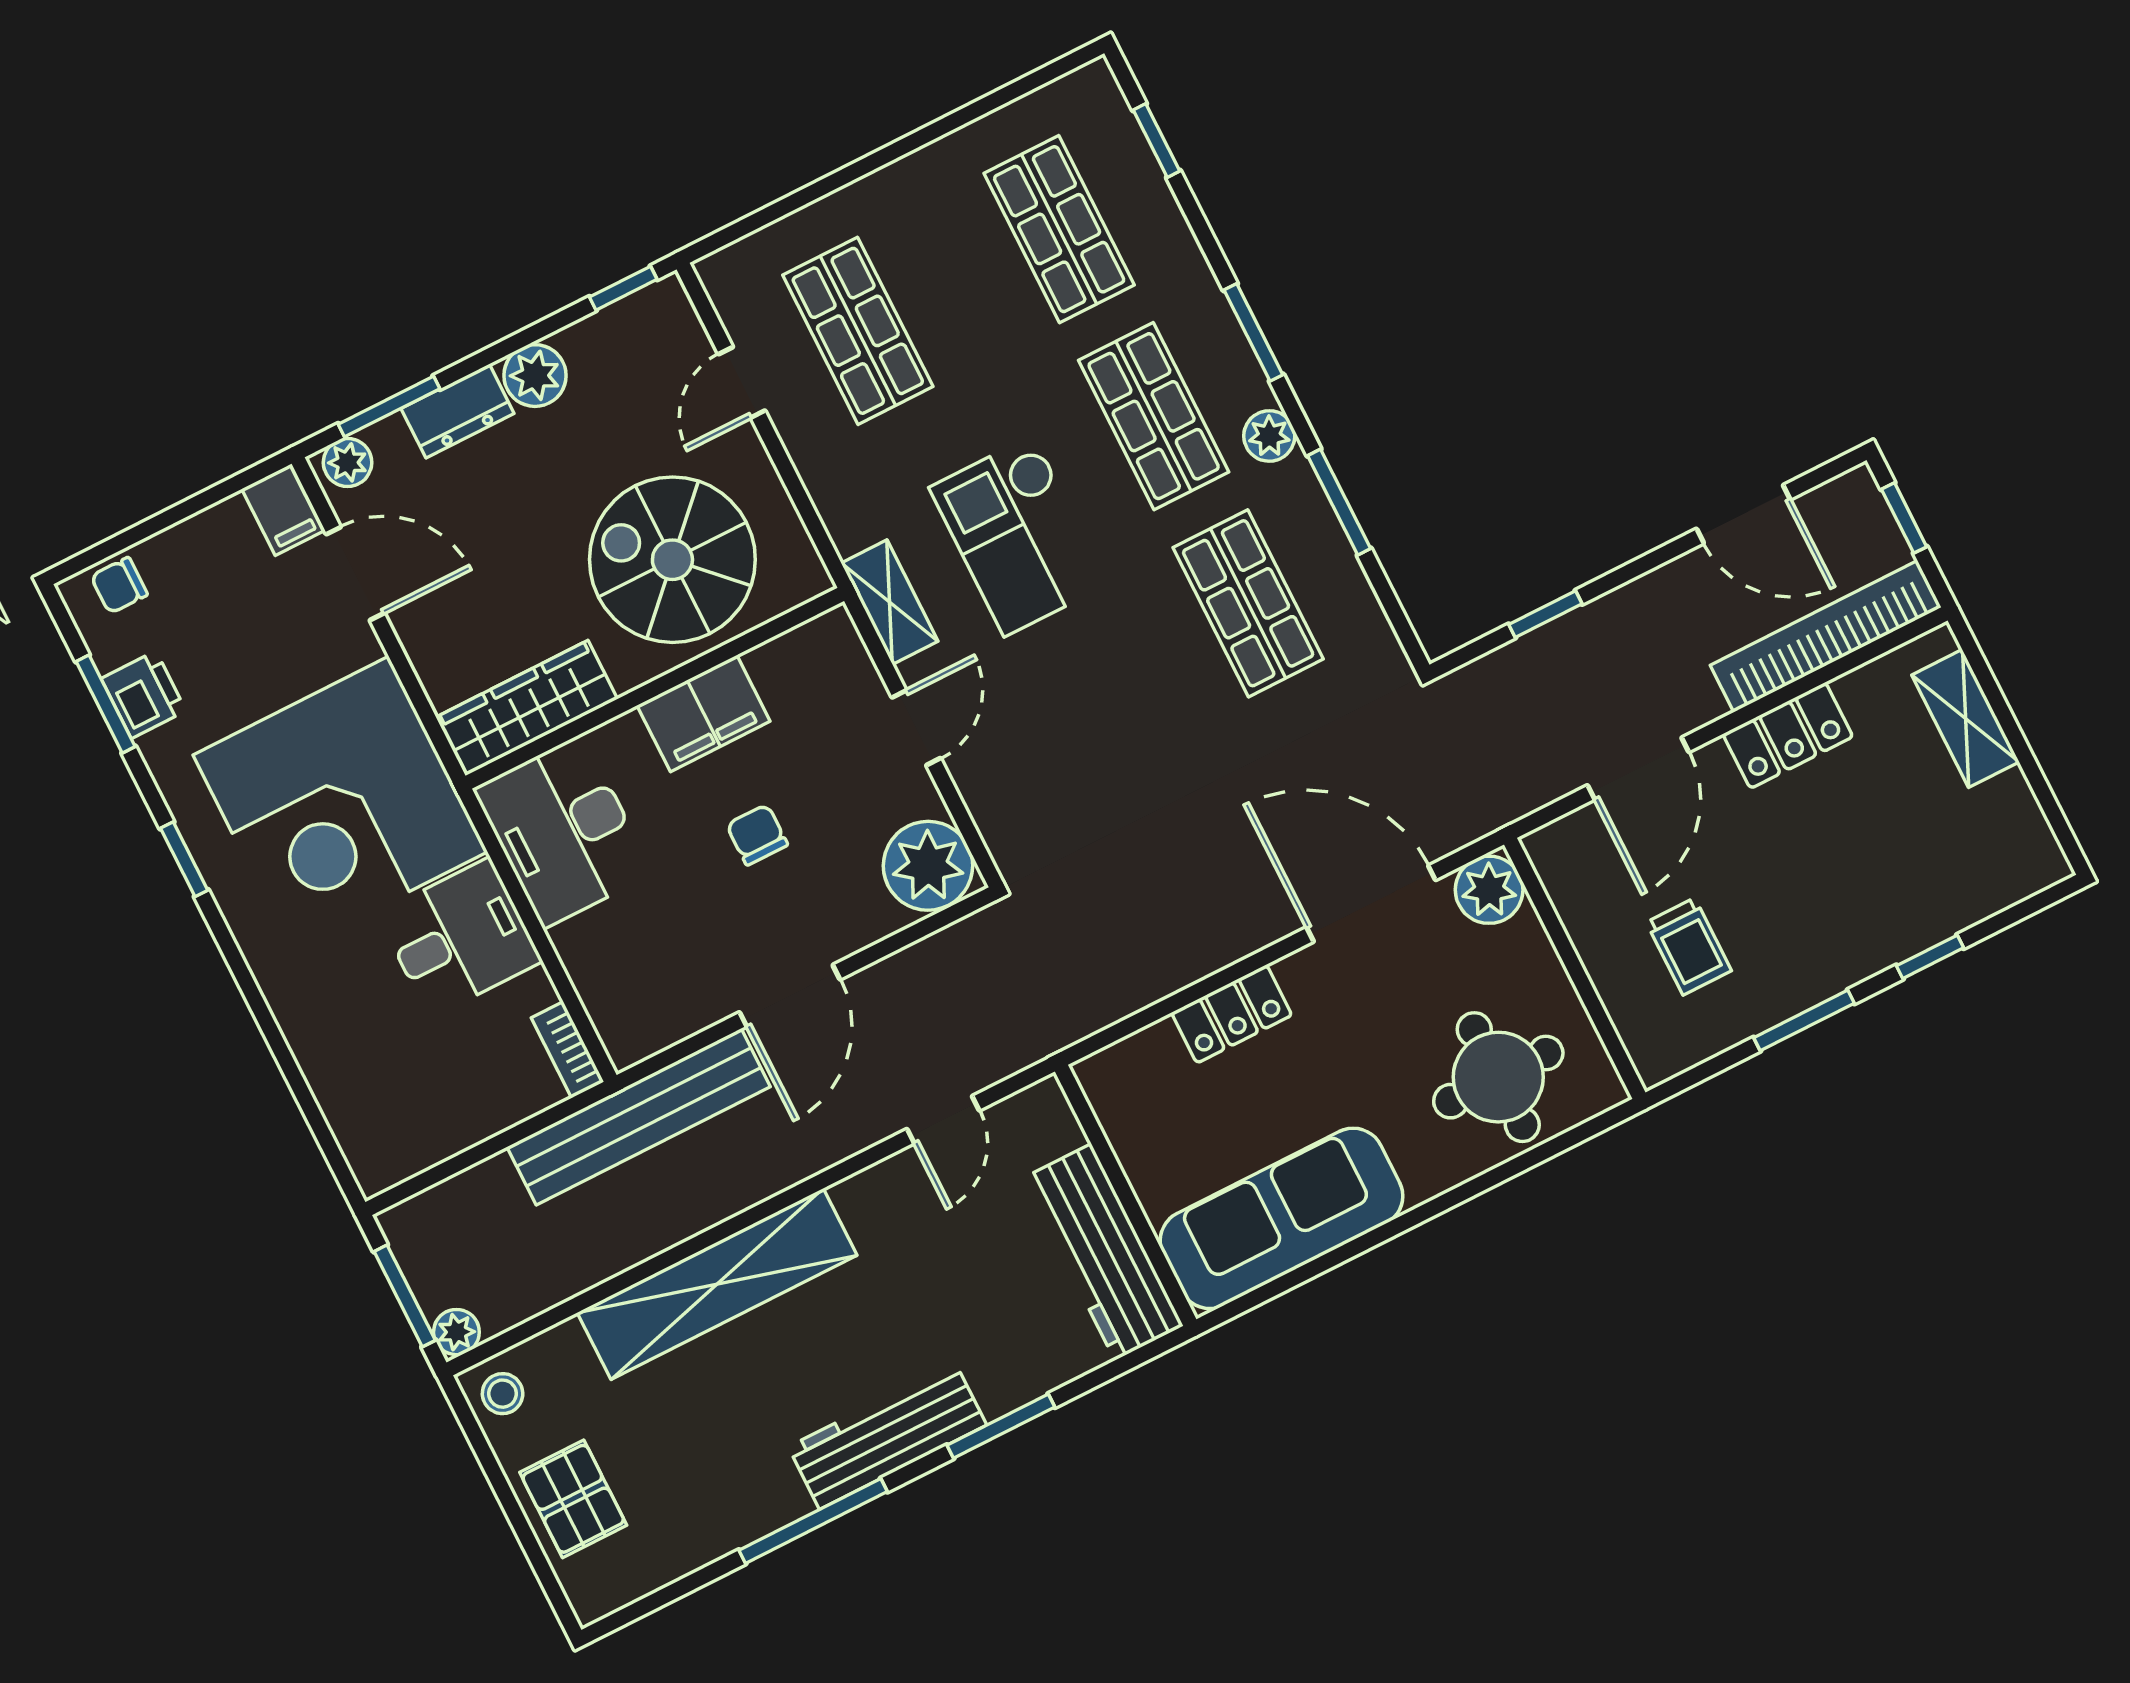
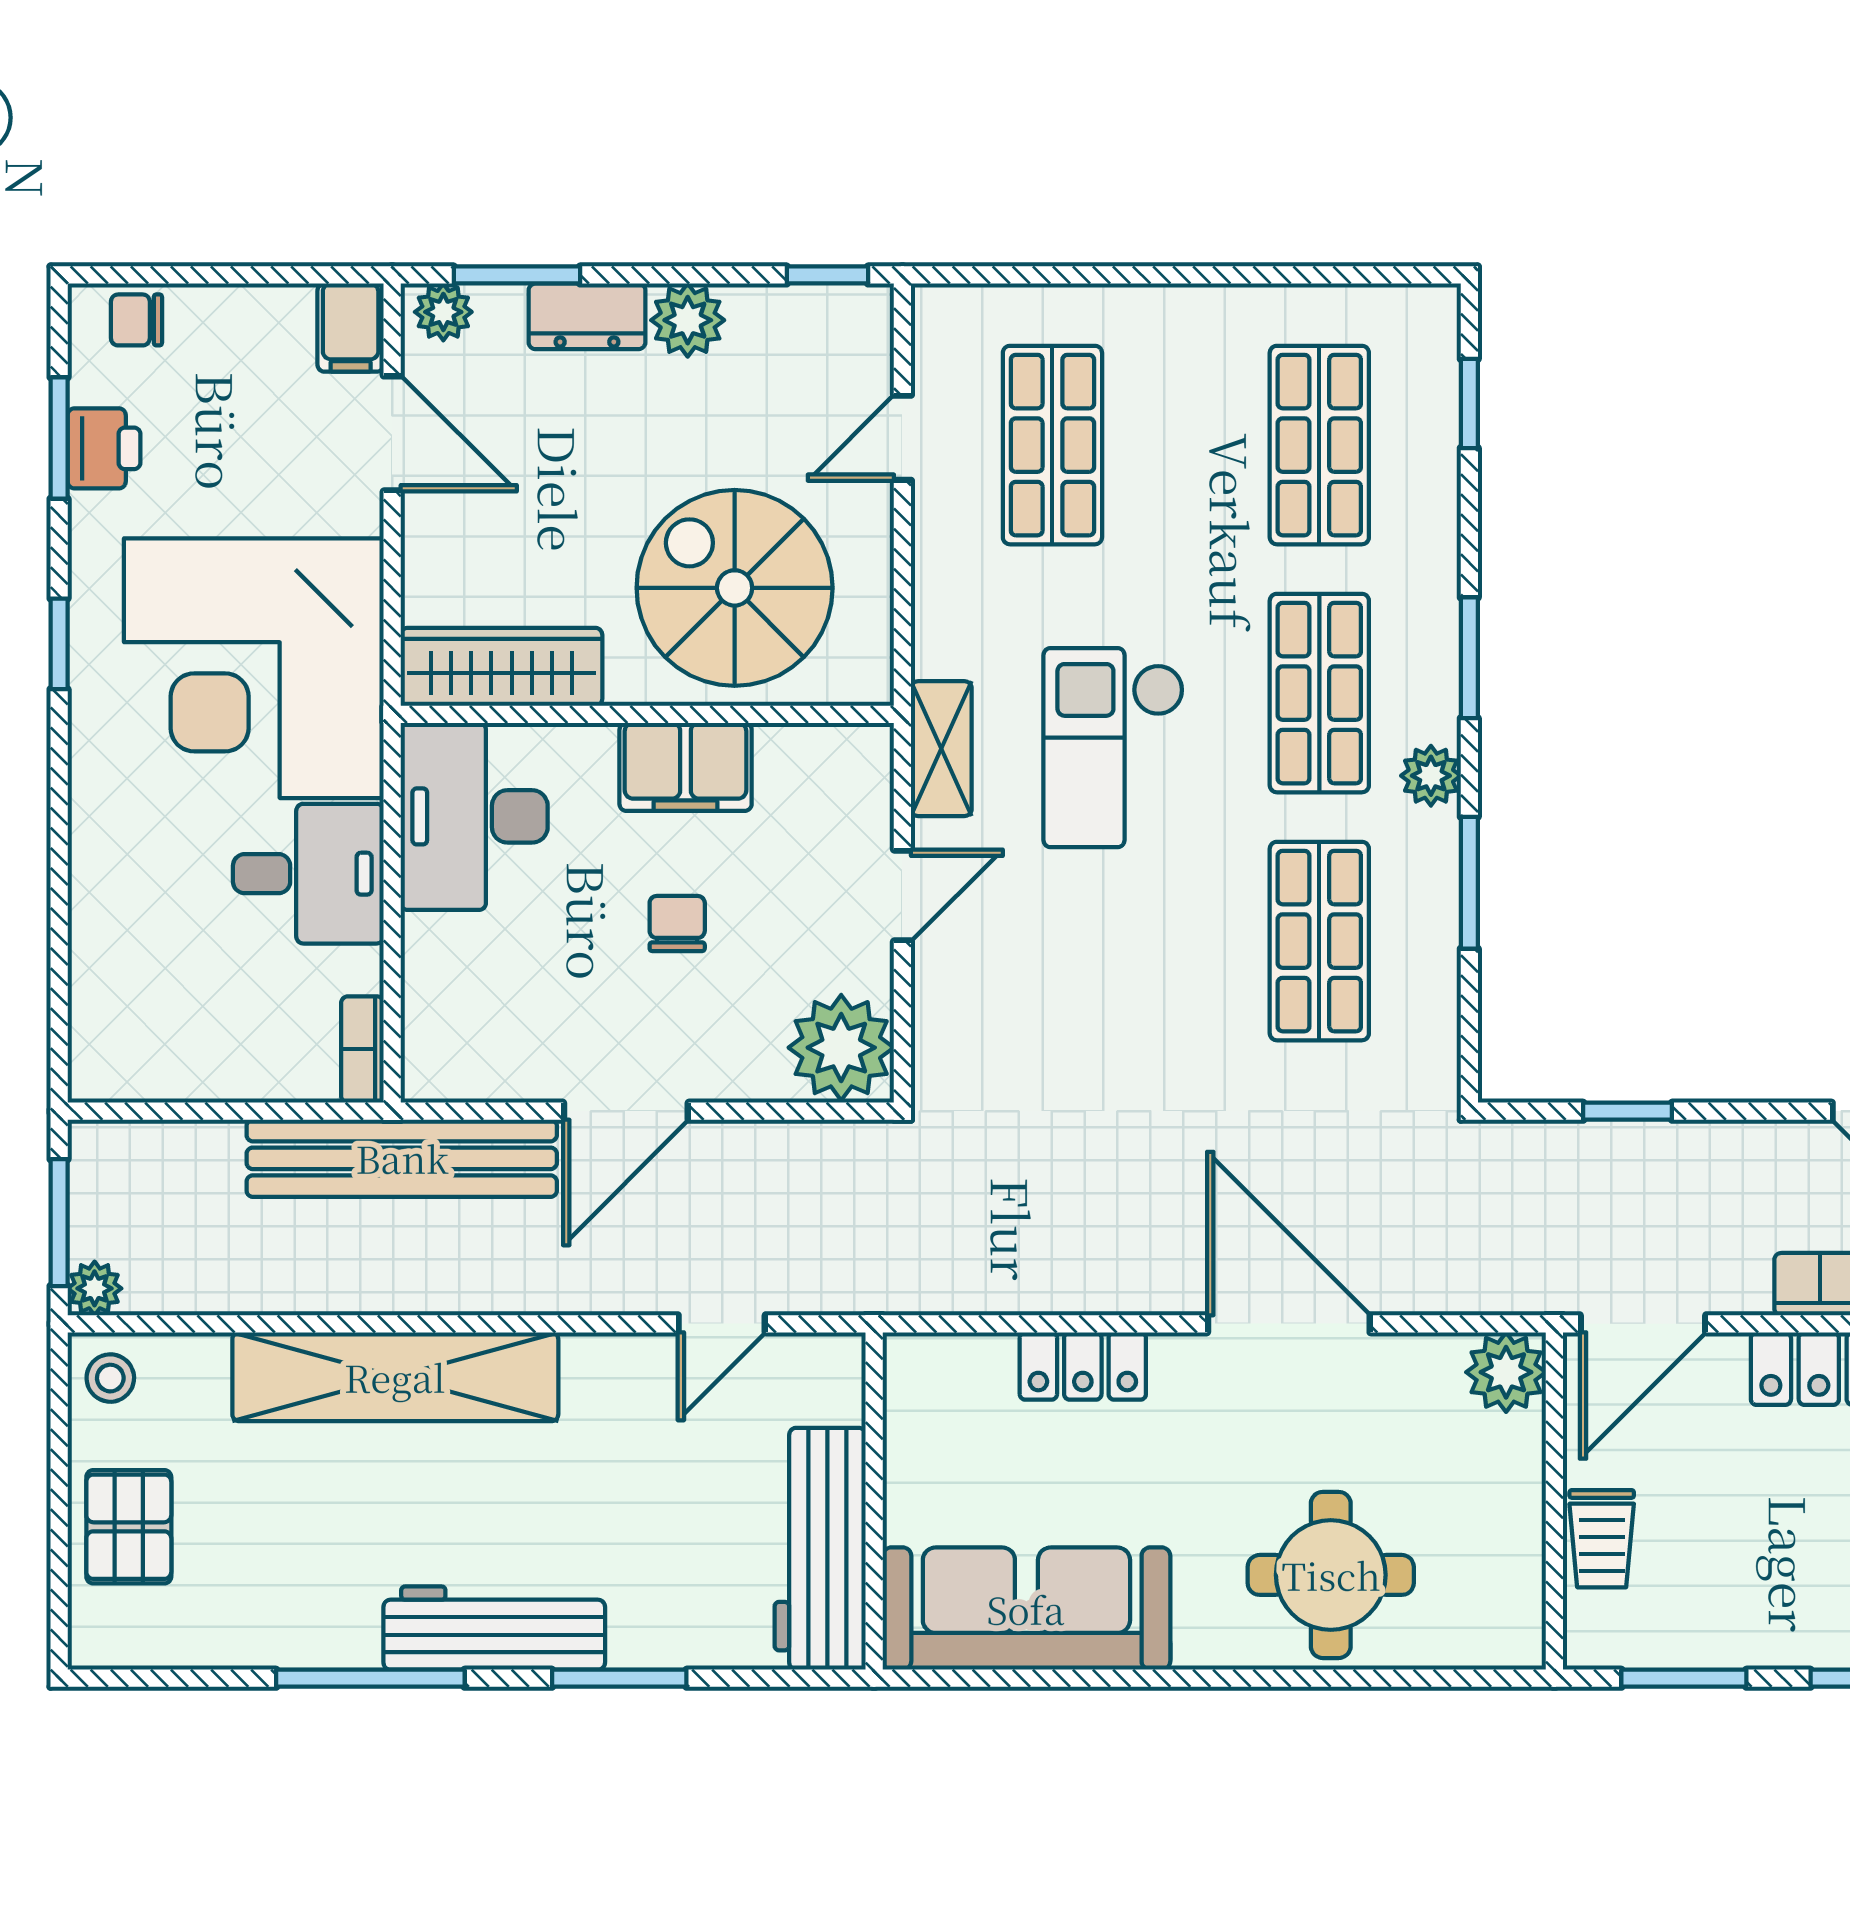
plant: (1489, 890) -> (1506, 1372), moved
wall: (1575, 968) -> (1554, 1501), moved

